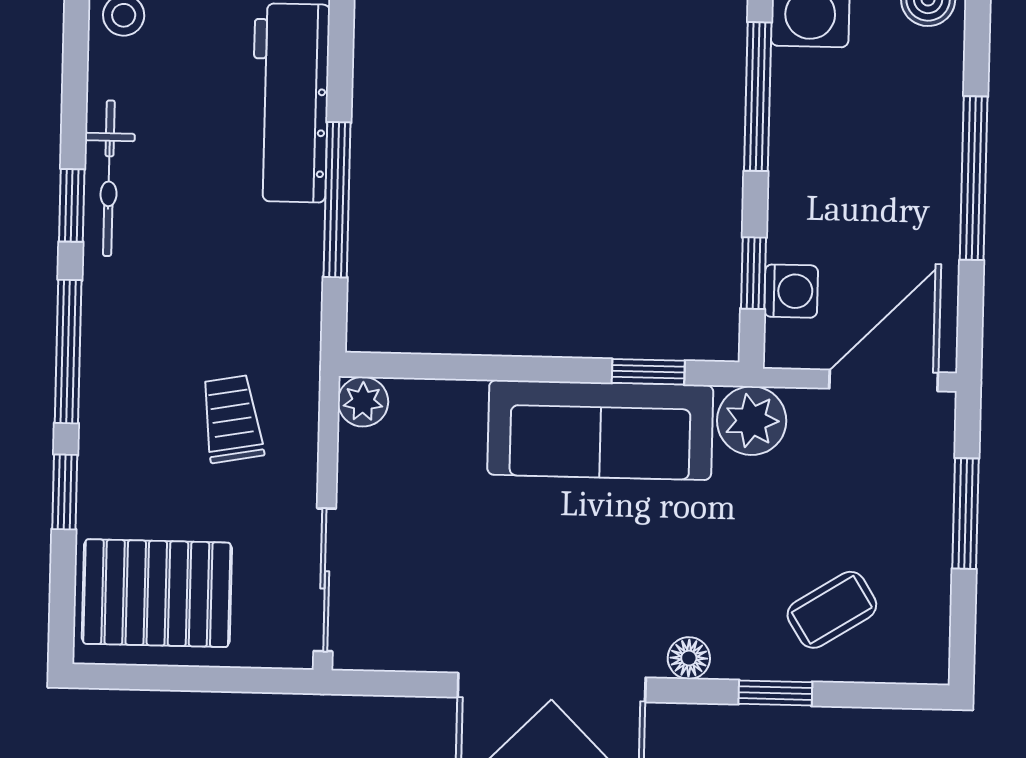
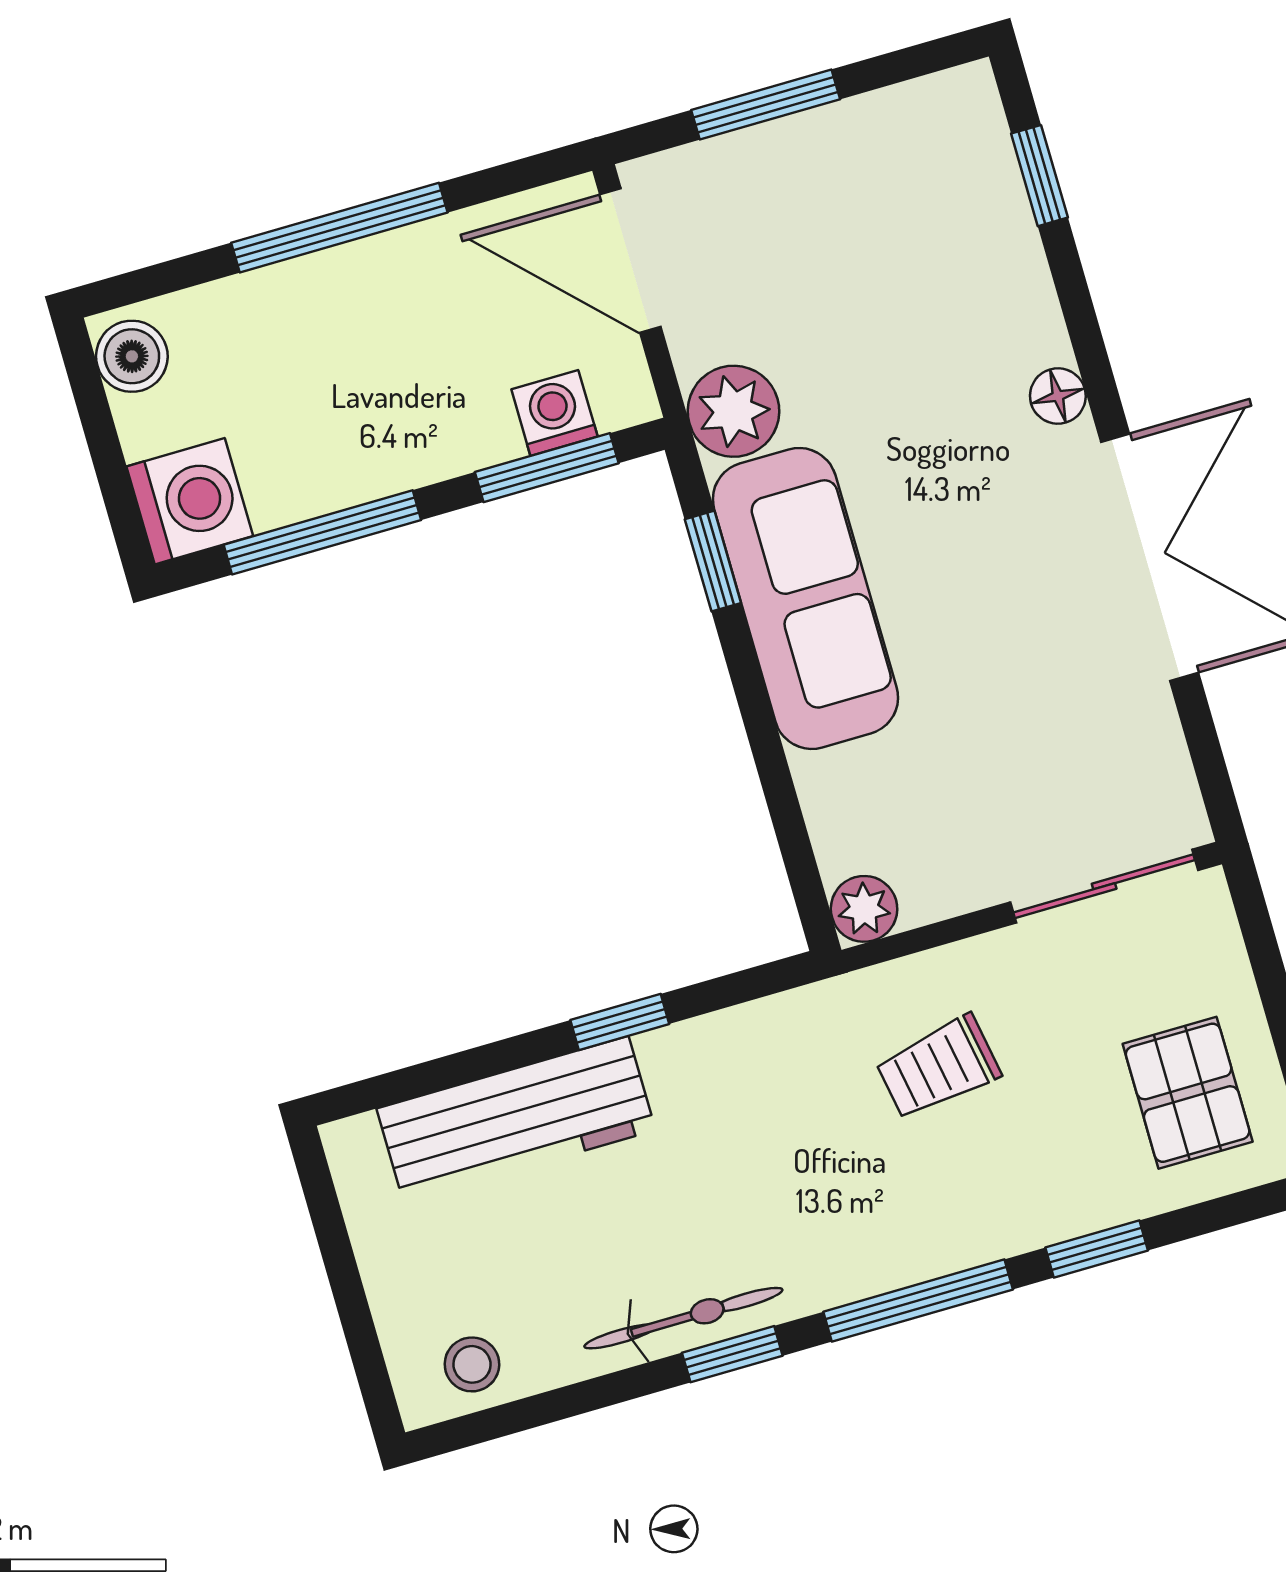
window: (337, 200) -> (620, 1022), width x0.46
window: (753, 273) -> (547, 468), width x1.50
pallet: (157, 593) -> (1188, 1093), width x0.67, depth x0.71
coffee table: (832, 610) -> (940, 235), removed
window: (775, 693) -> (1039, 176), moved

